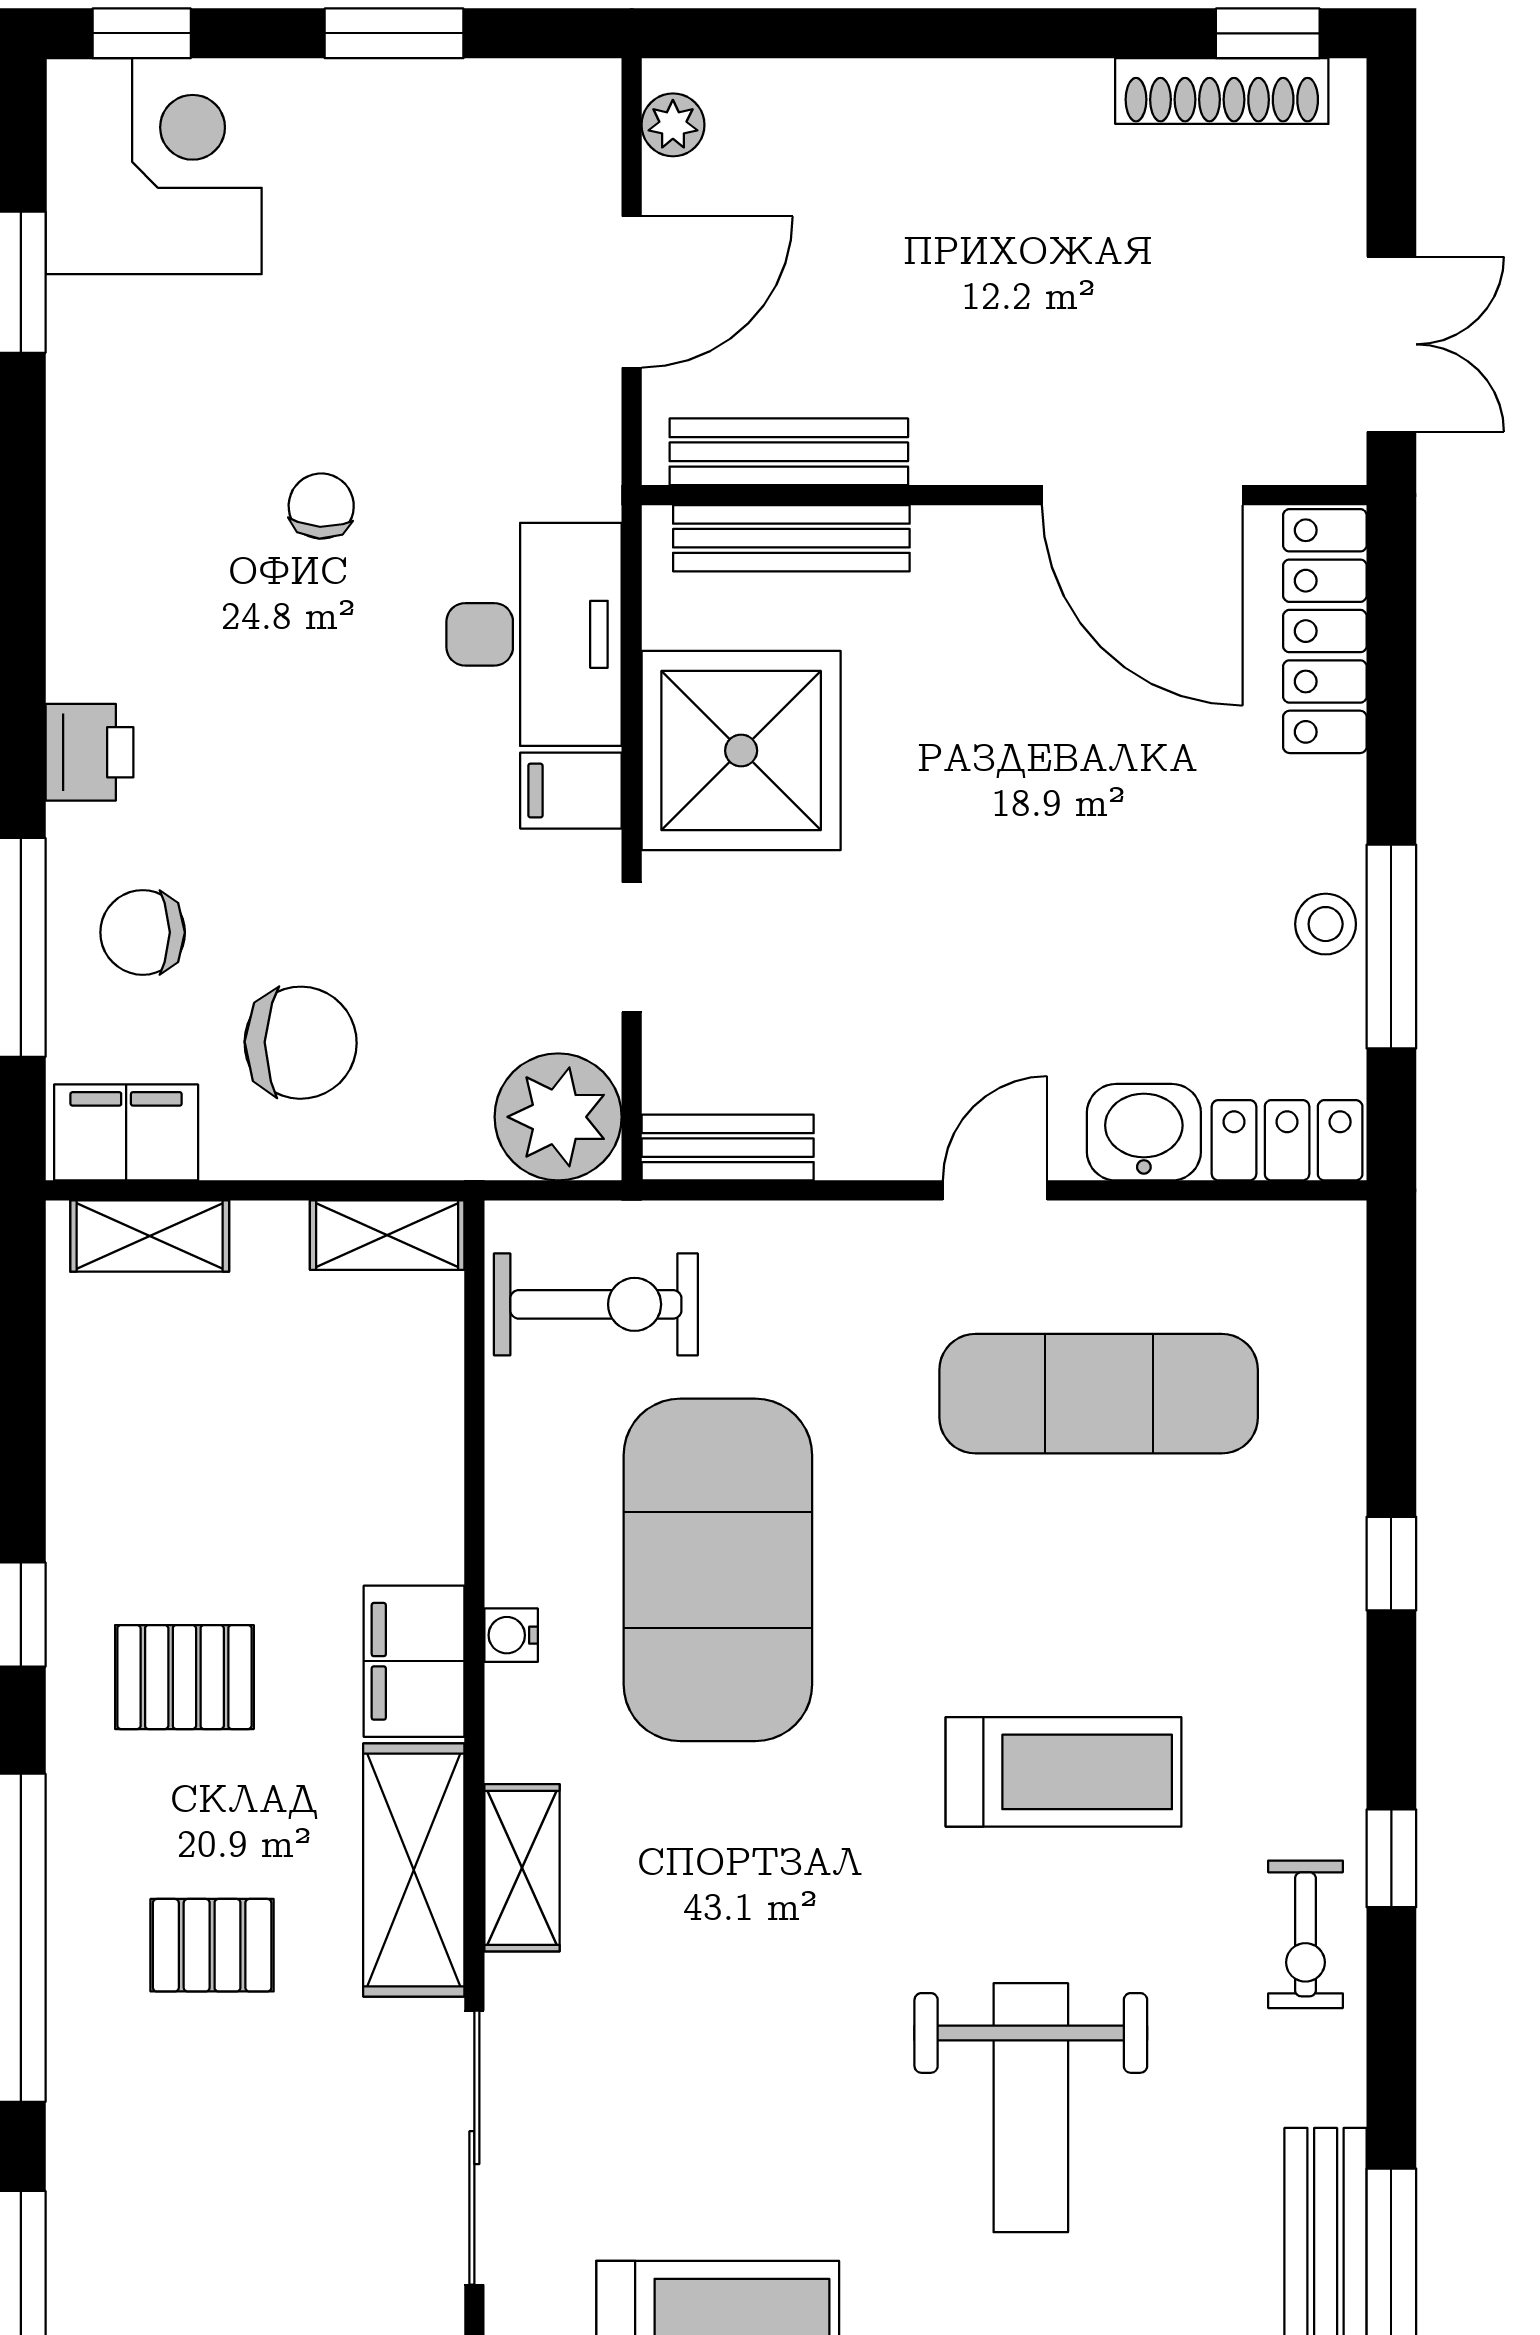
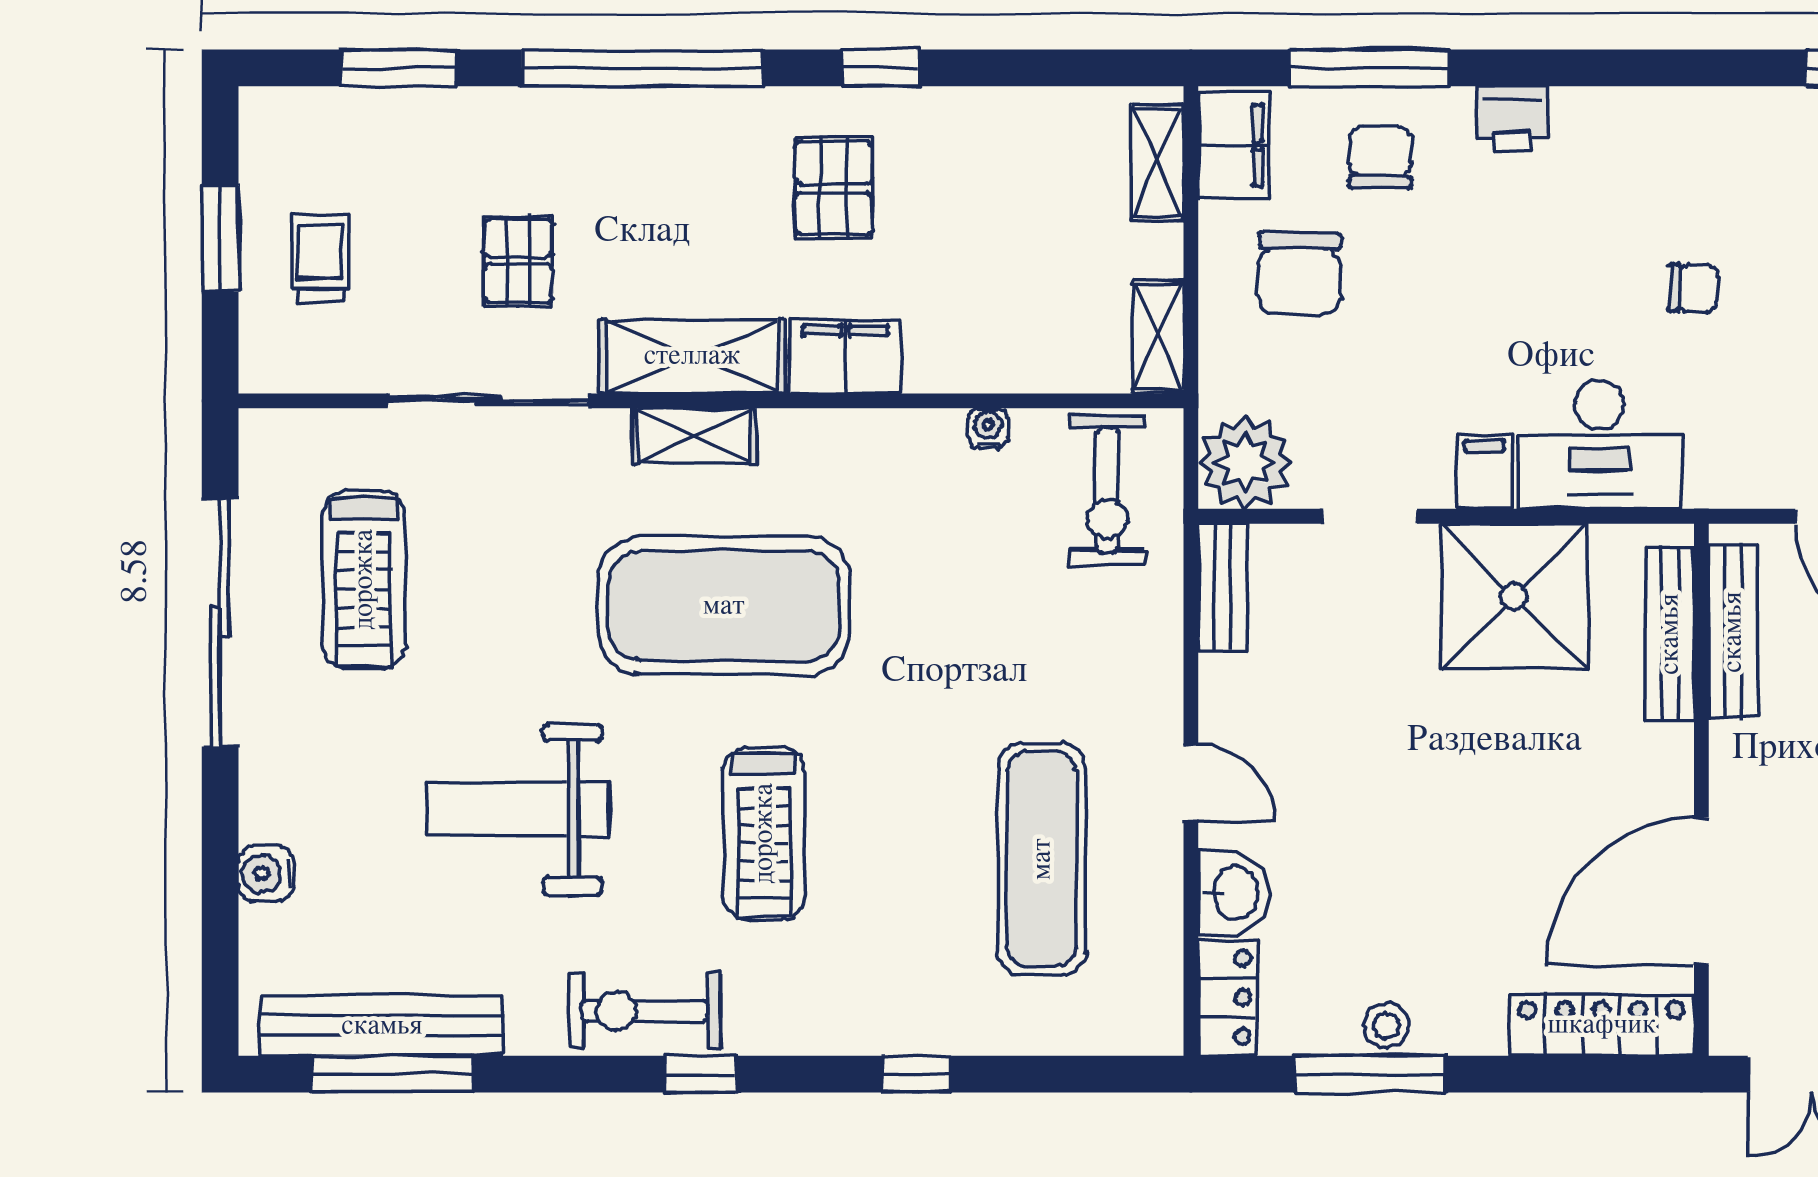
exercise mat: (718, 1570) -> (724, 606), moved
water cooler: (511, 1635) -> (988, 428), moved
exercise bike: (1305, 1934) -> (645, 1011), width x1.38, depth x1.39
pallet: (212, 1945) -> (518, 261), moved

